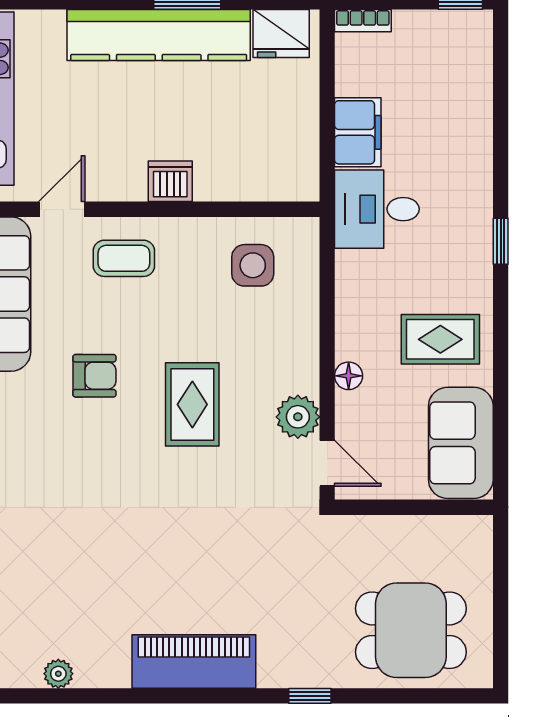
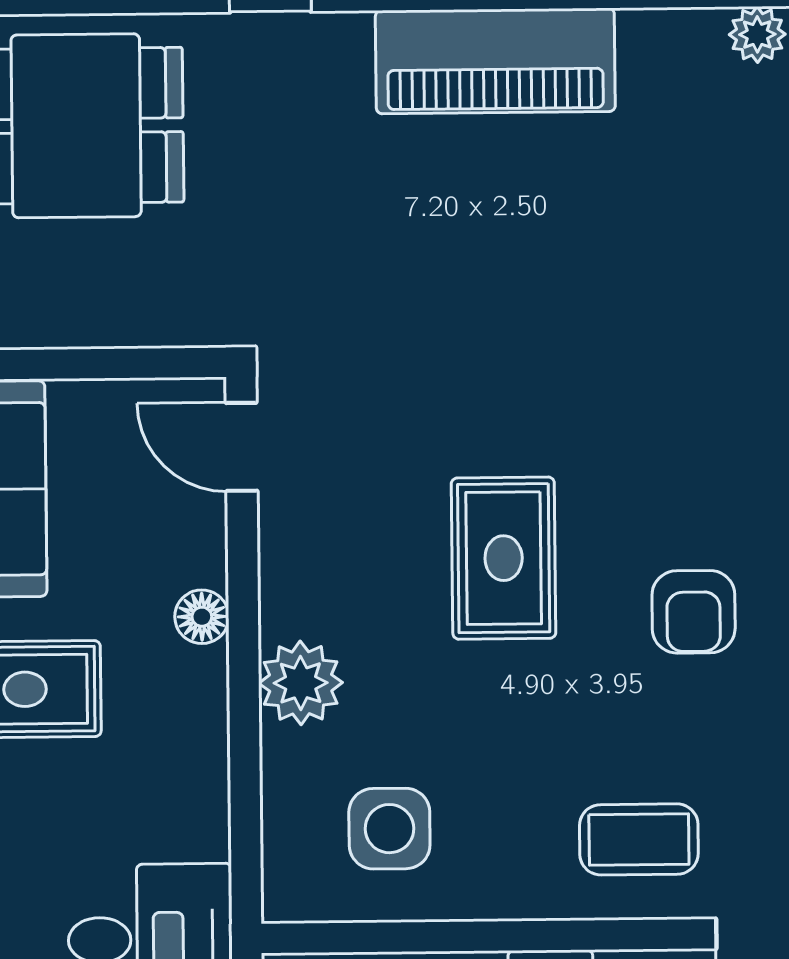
armchair: (94, 376) -> (694, 612), turned -90
plant: (298, 417) -> (301, 683), moved

